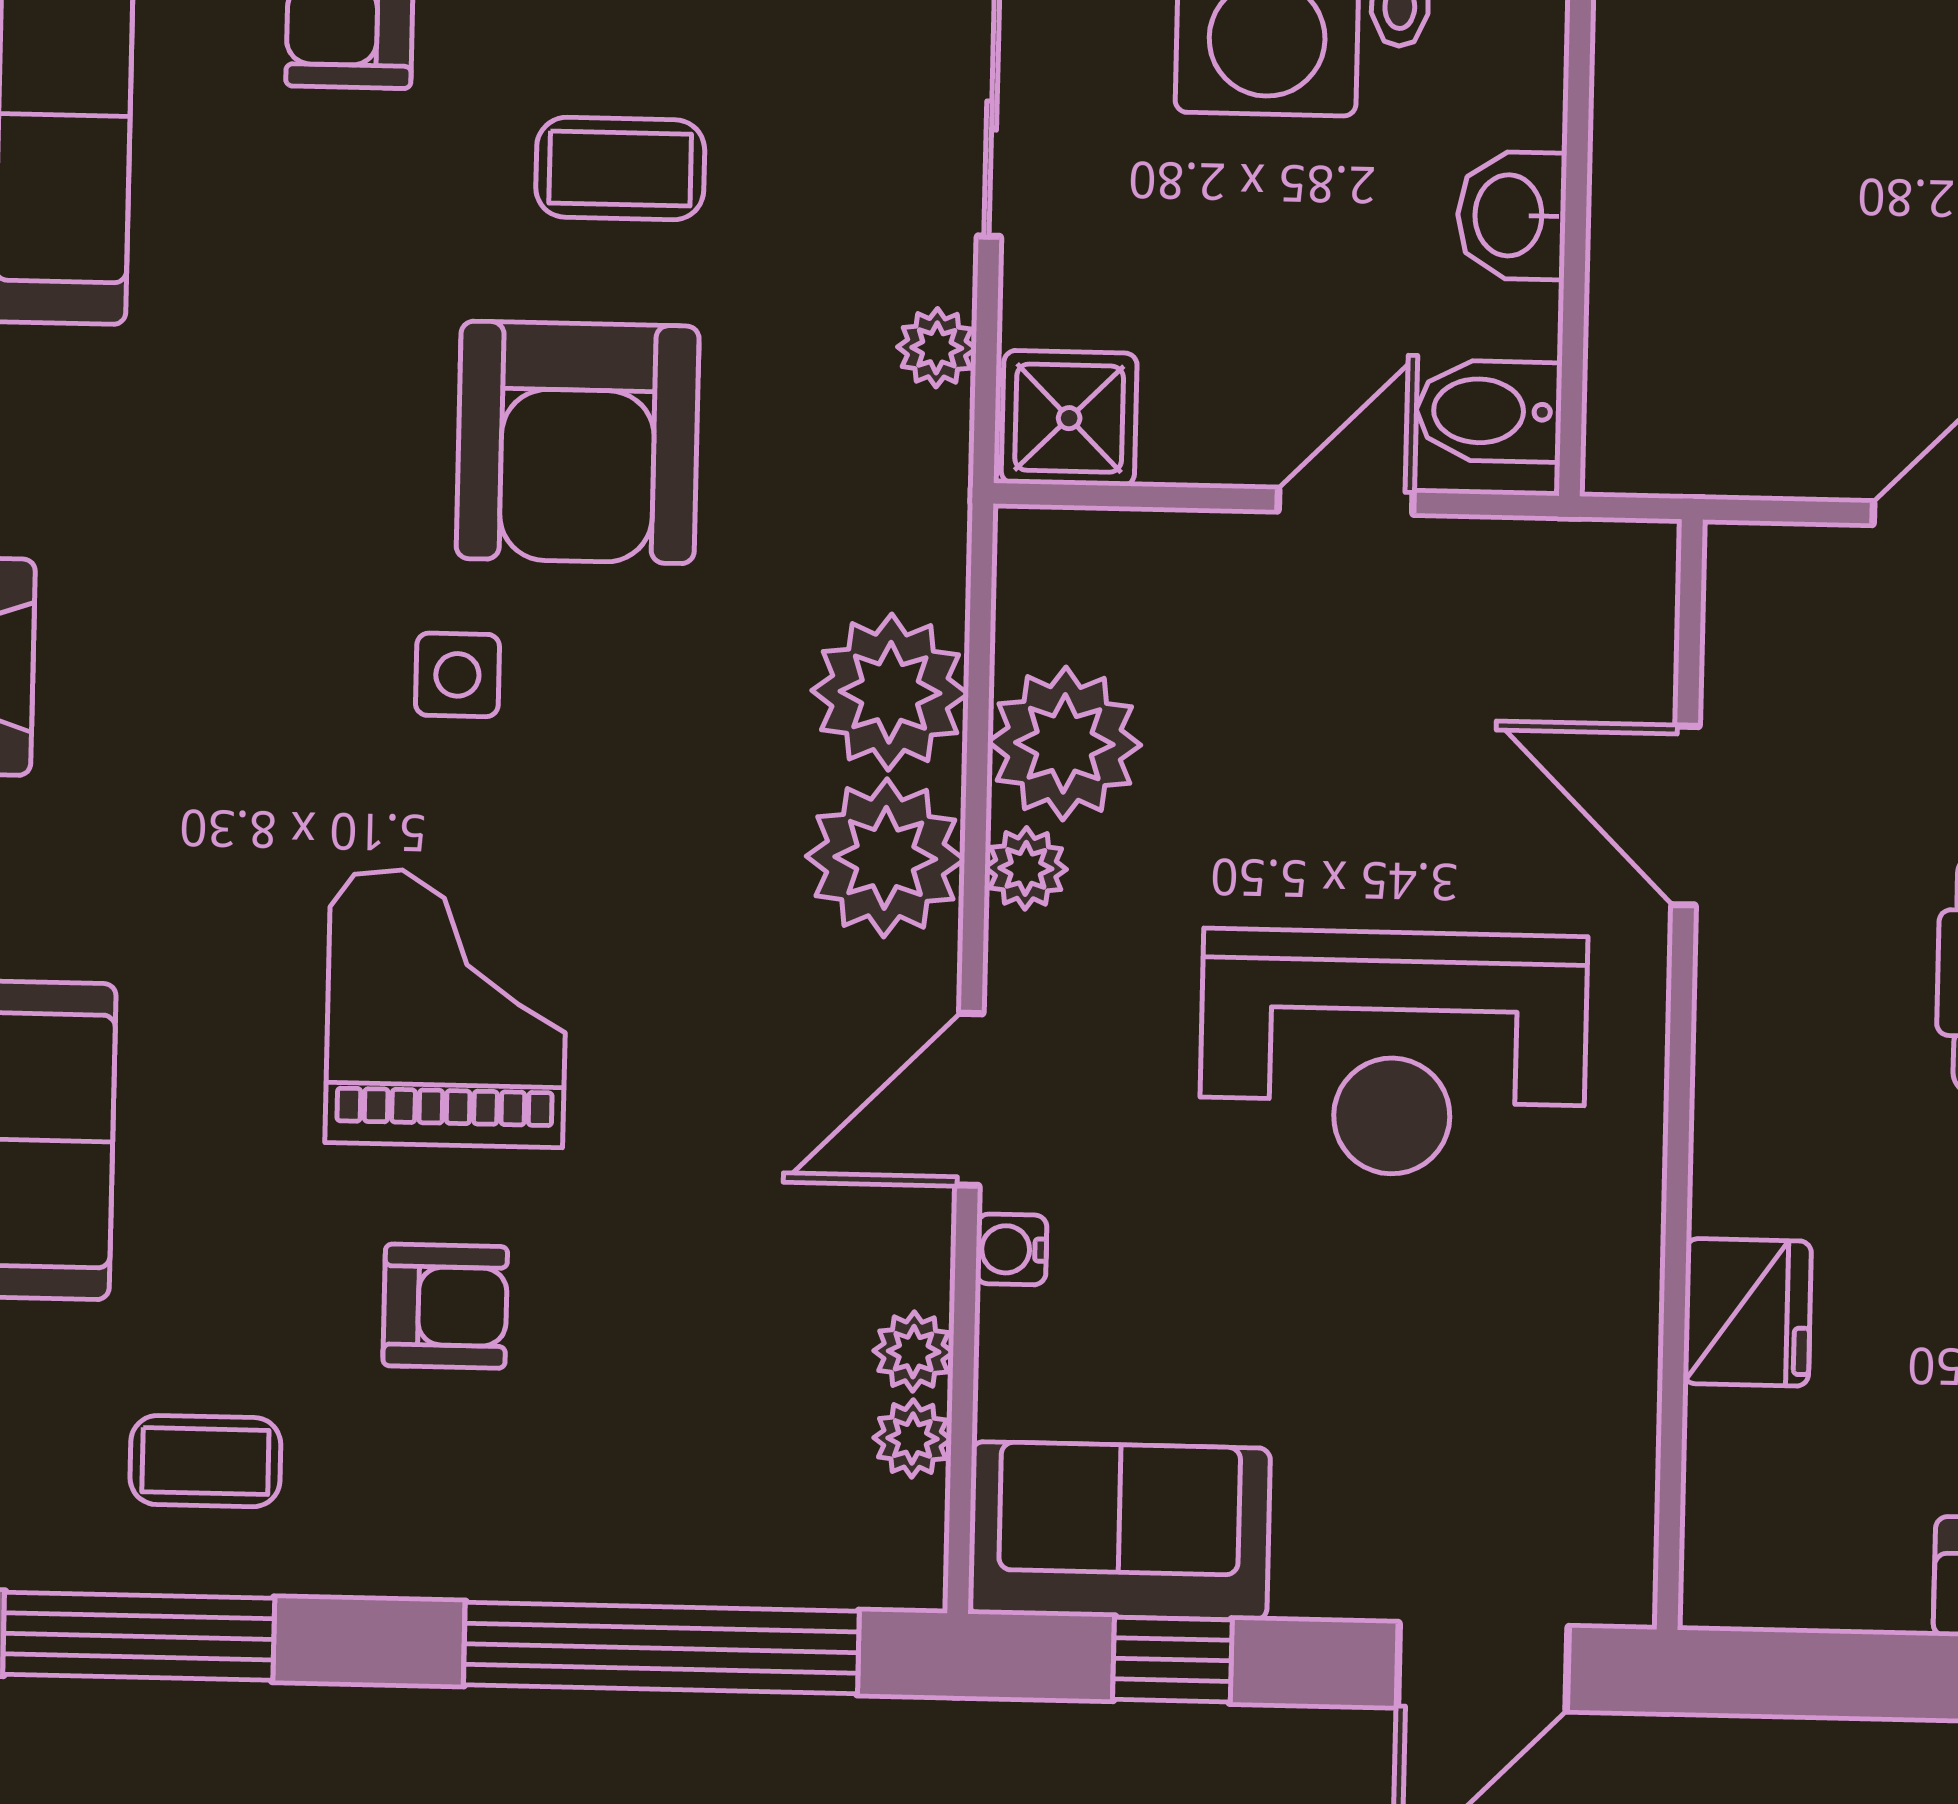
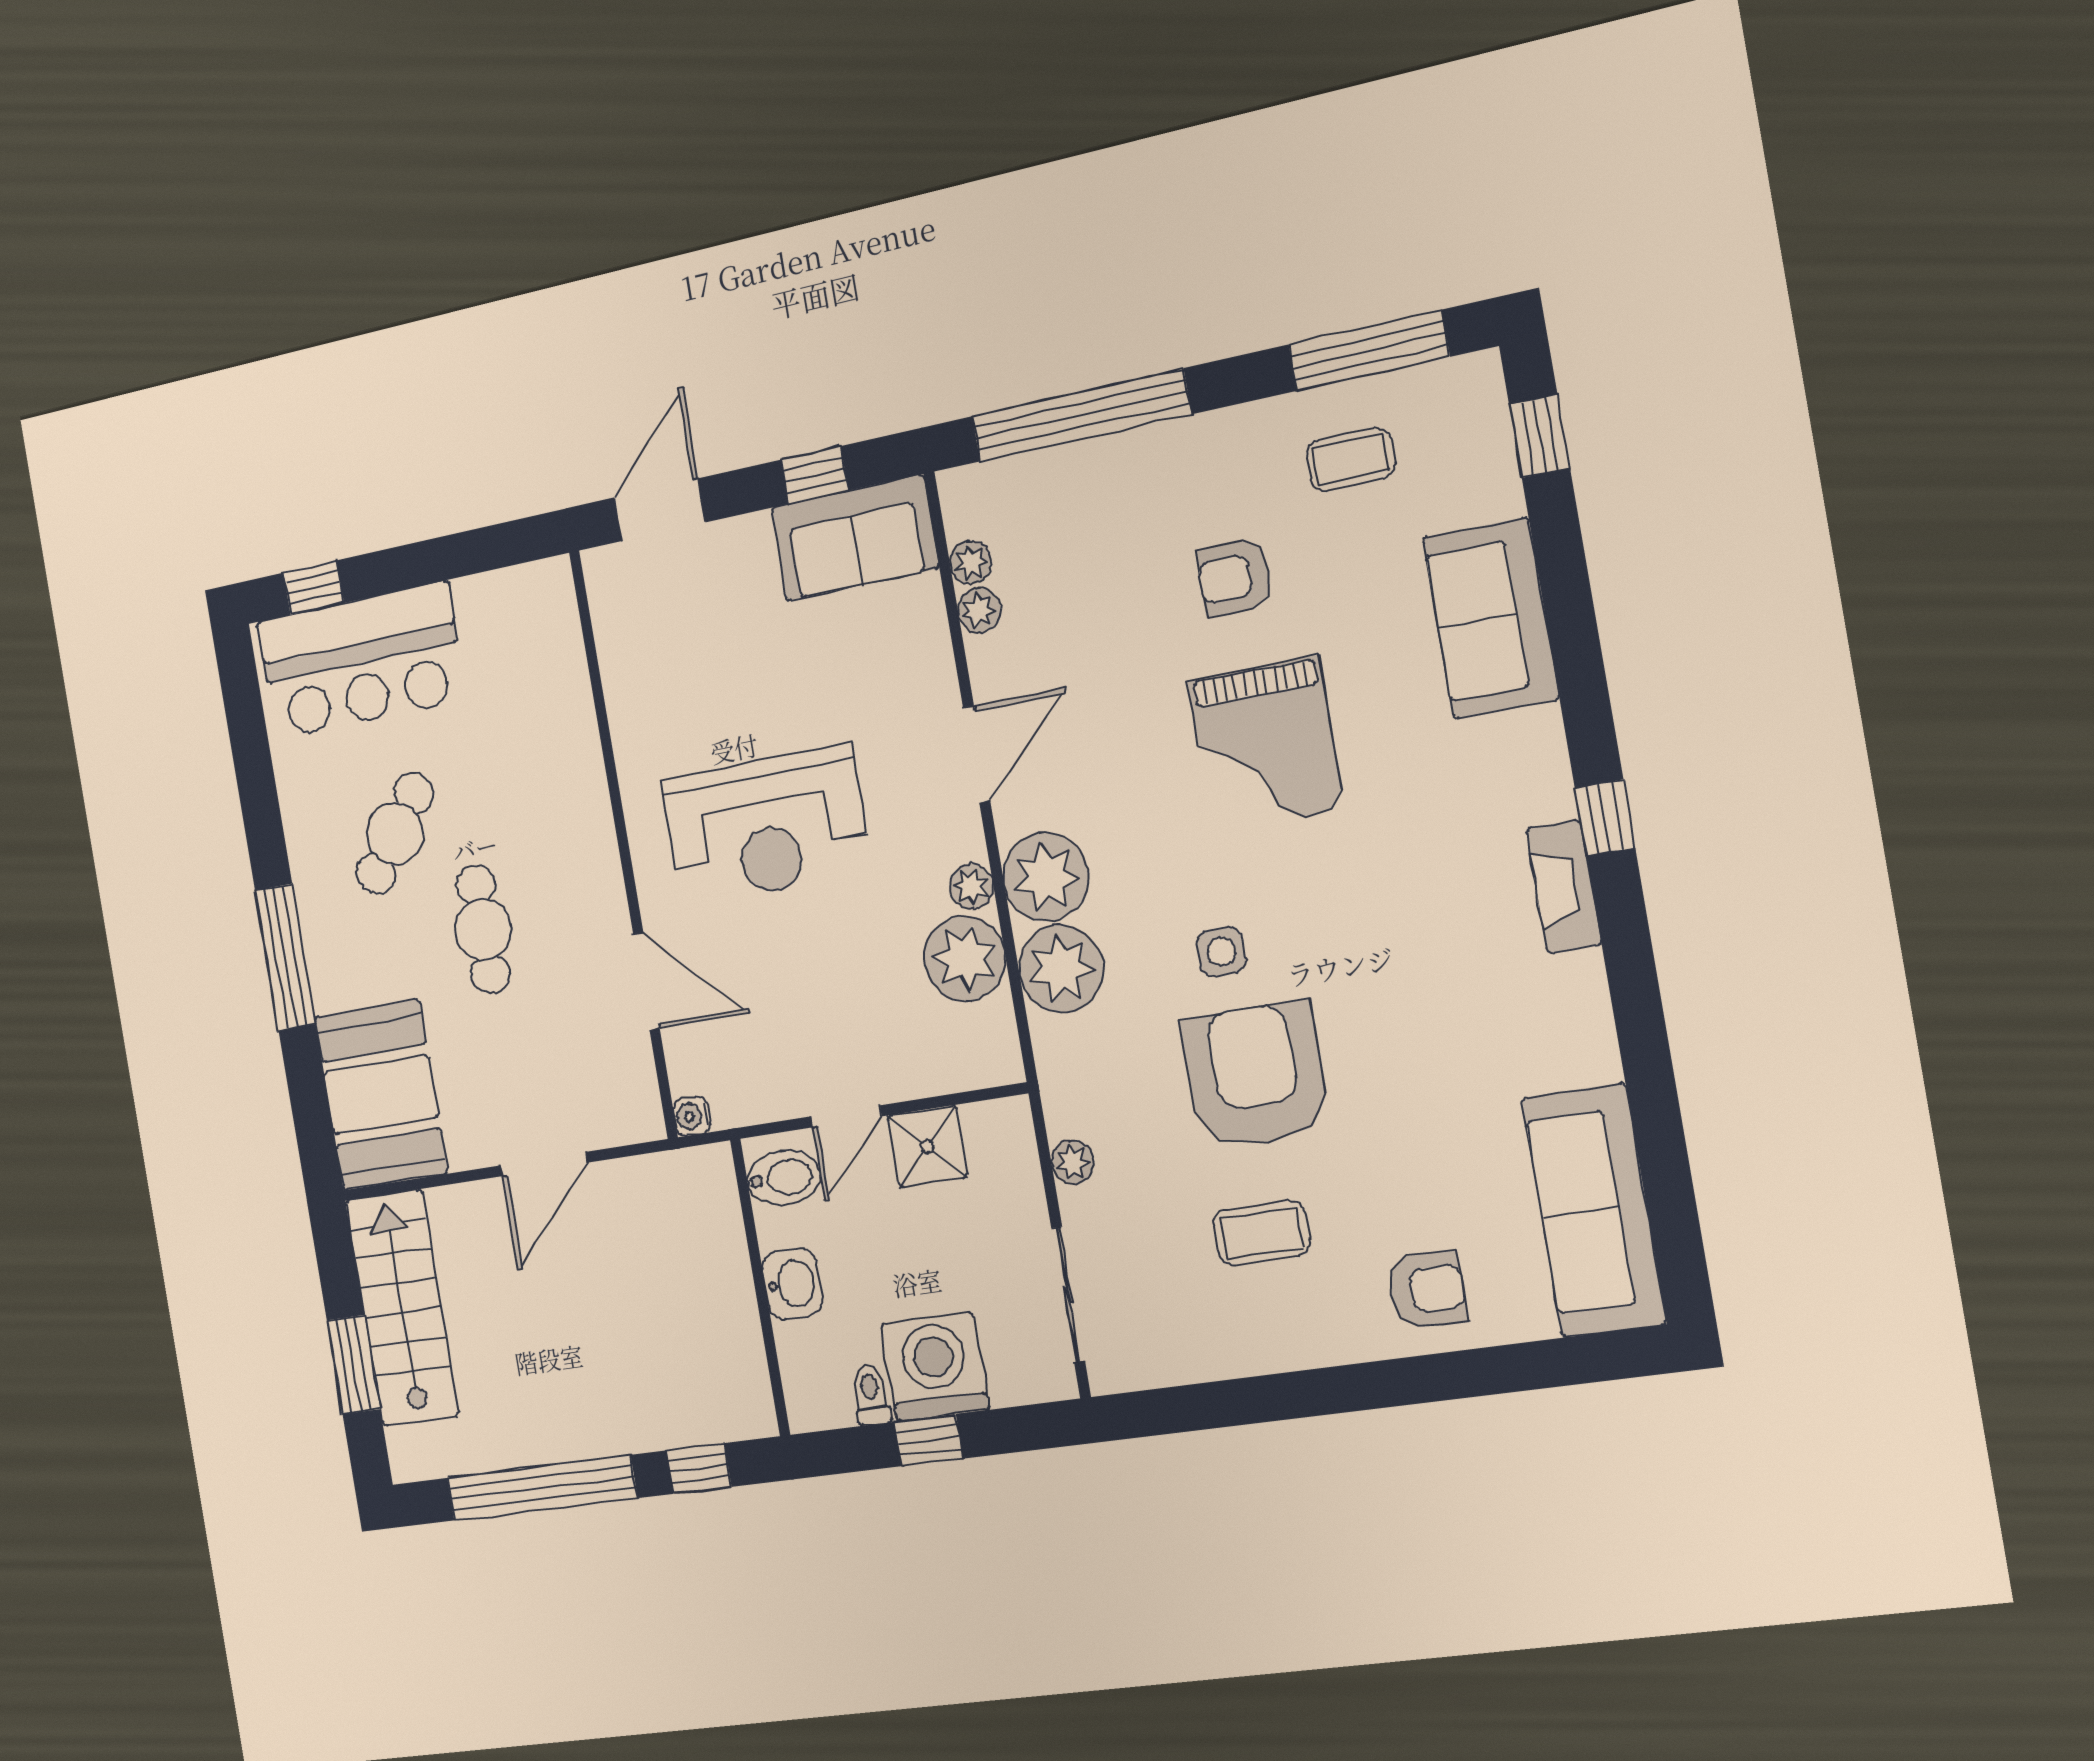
shower: (1069, 418) -> (927, 1146), moved
side table: (457, 675) -> (1221, 951), moved
reception desk: (1393, 1053) -> (766, 826), turned 180
water cooler: (1011, 1249) -> (692, 1116), moved, turned 180
fridge: (1747, 1312) -> (567, 727), removed

